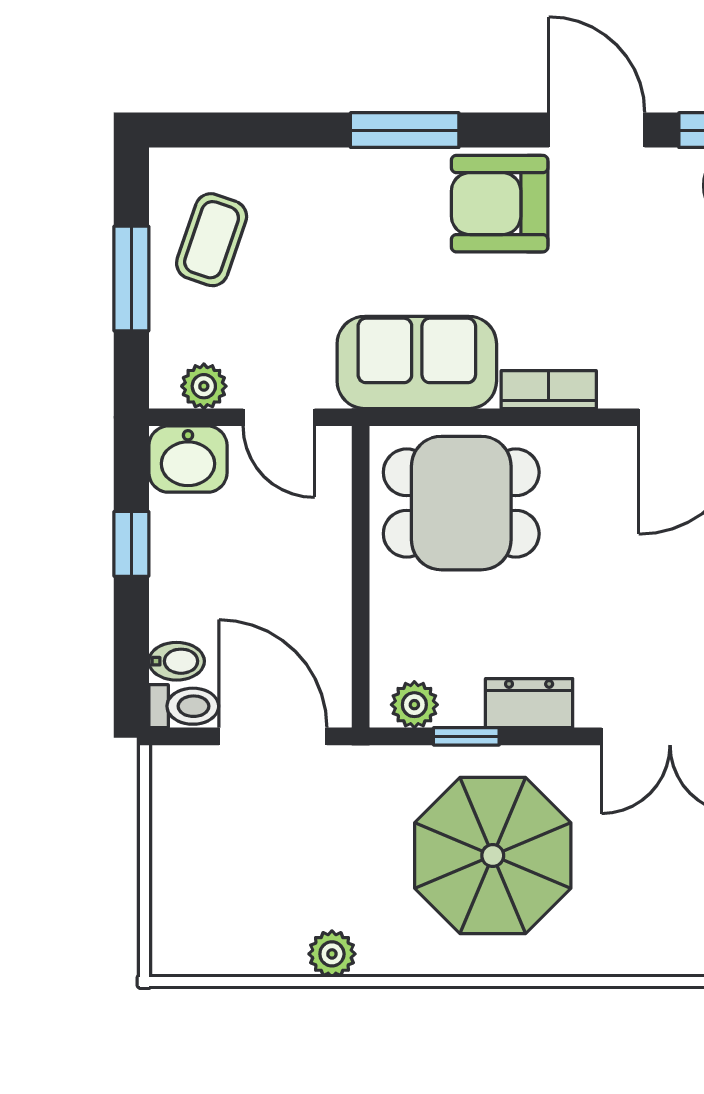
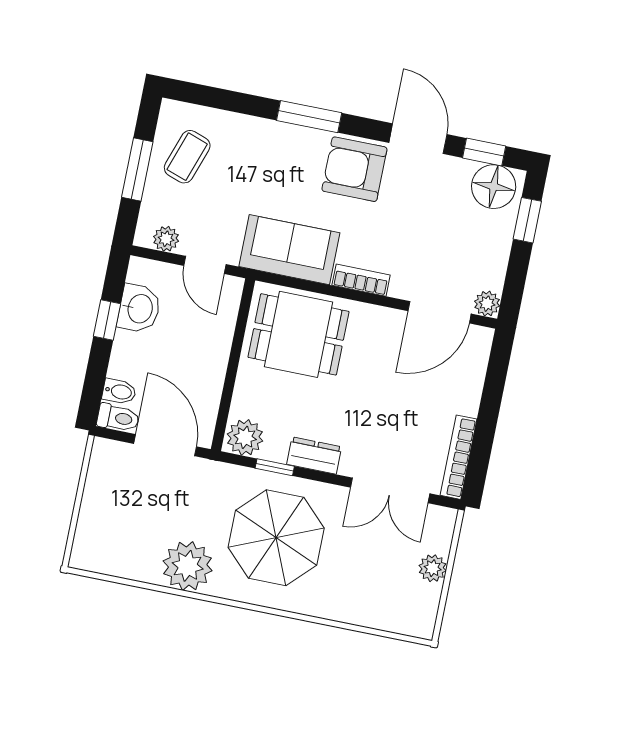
washbasin: (188, 459) -> (139, 309), moved, turned -90
plant: (414, 705) -> (245, 437), width x1.38, depth x1.38
plant: (332, 954) -> (188, 566), width x1.88, depth x1.88

